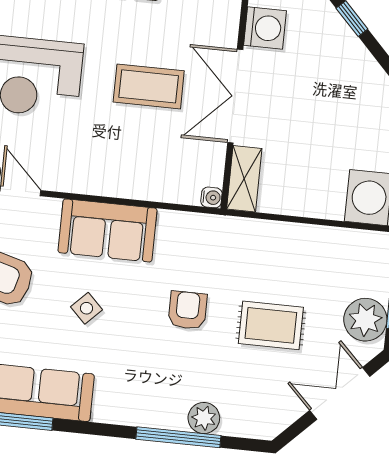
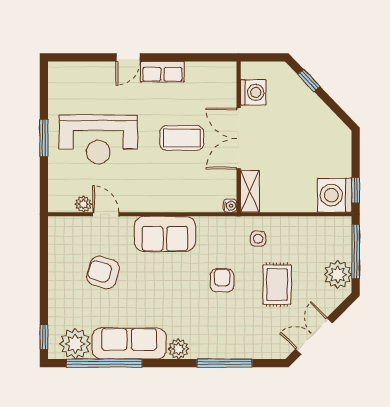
side table: (86, 308) -> (258, 239), moved, turned 45
rug: (271, 325) -> (277, 285), turned 90
double door: (340, 393) -> (314, 336), moved
plant: (204, 418) -> (178, 349), moved

